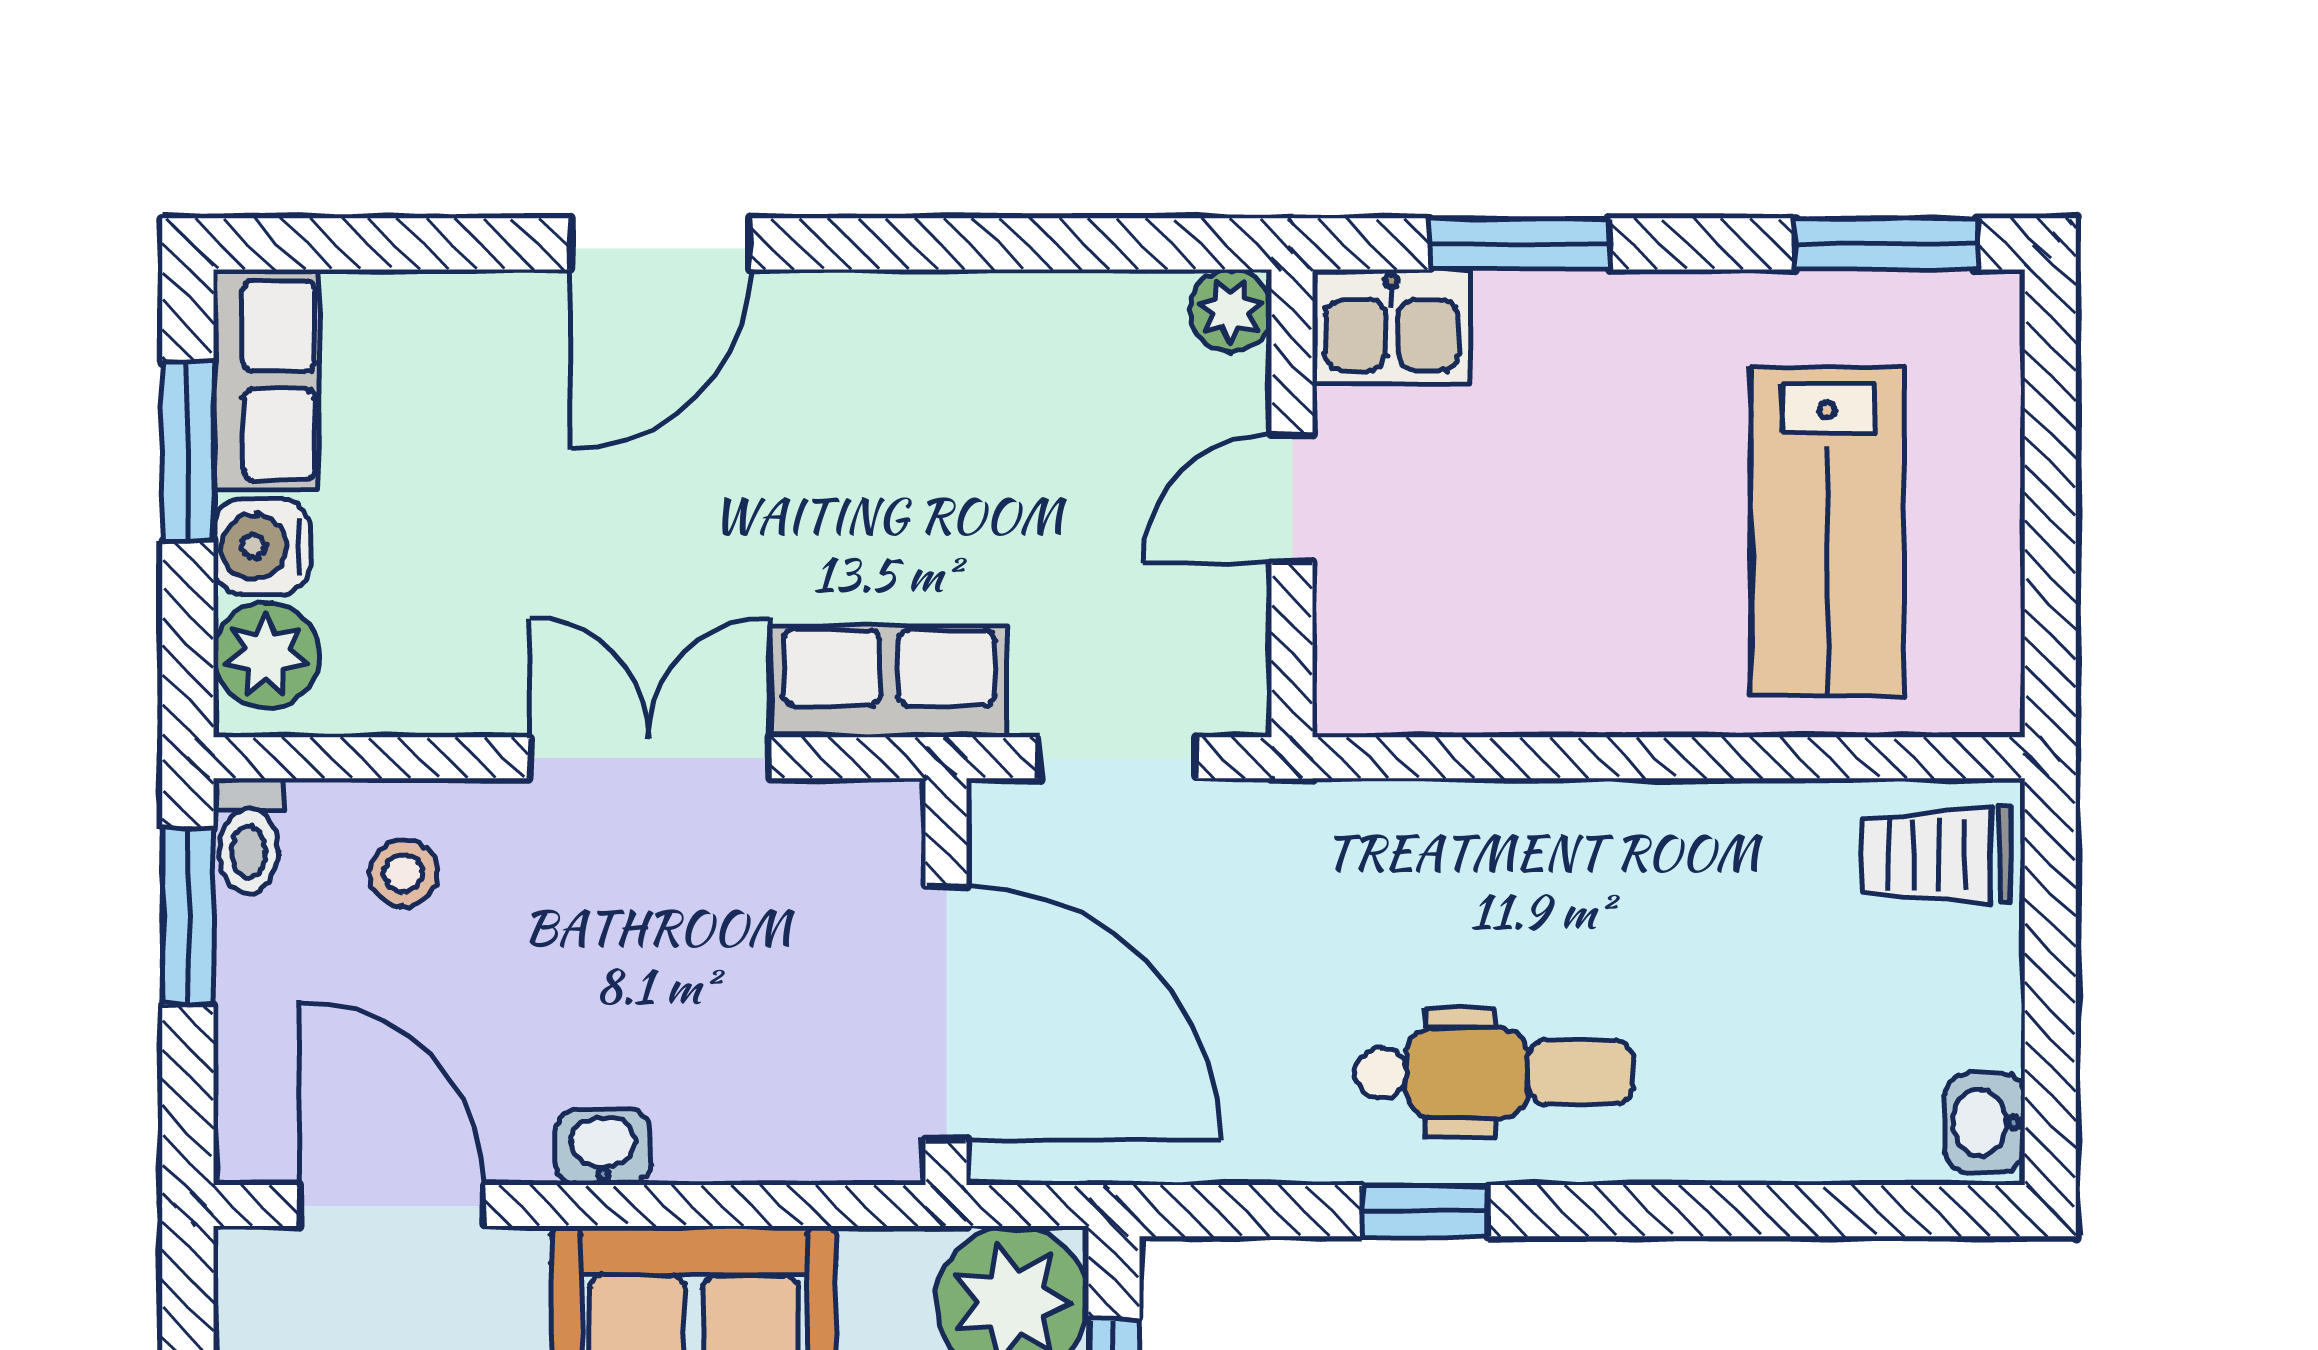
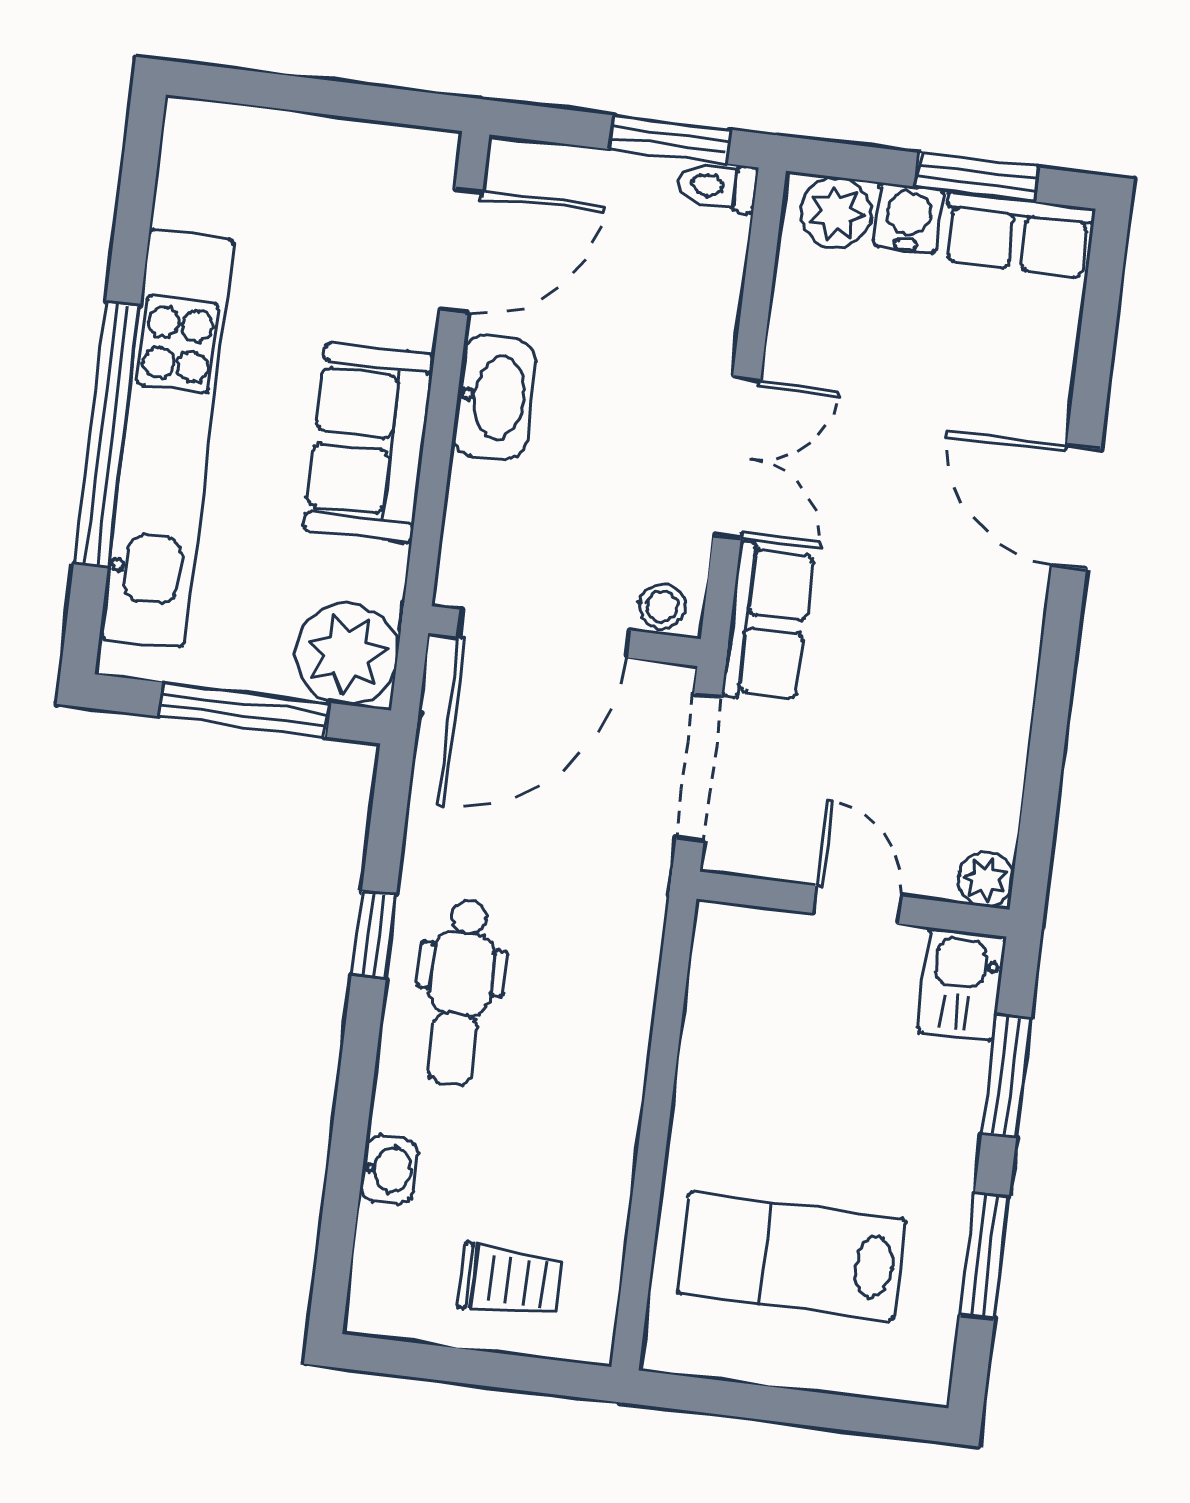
window: (1886, 244) -> (984, 1256), moved
doorway: (1117, 758) -> (699, 768), width x1.38
trolley: (1937, 855) -> (511, 1281), moved, turned 90
stool: (403, 873) -> (662, 606), moved
washbasin: (1985, 1122) -> (389, 1170), moved, turned 90
washbasin: (603, 1147) -> (494, 397), width x1.91, depth x1.45

